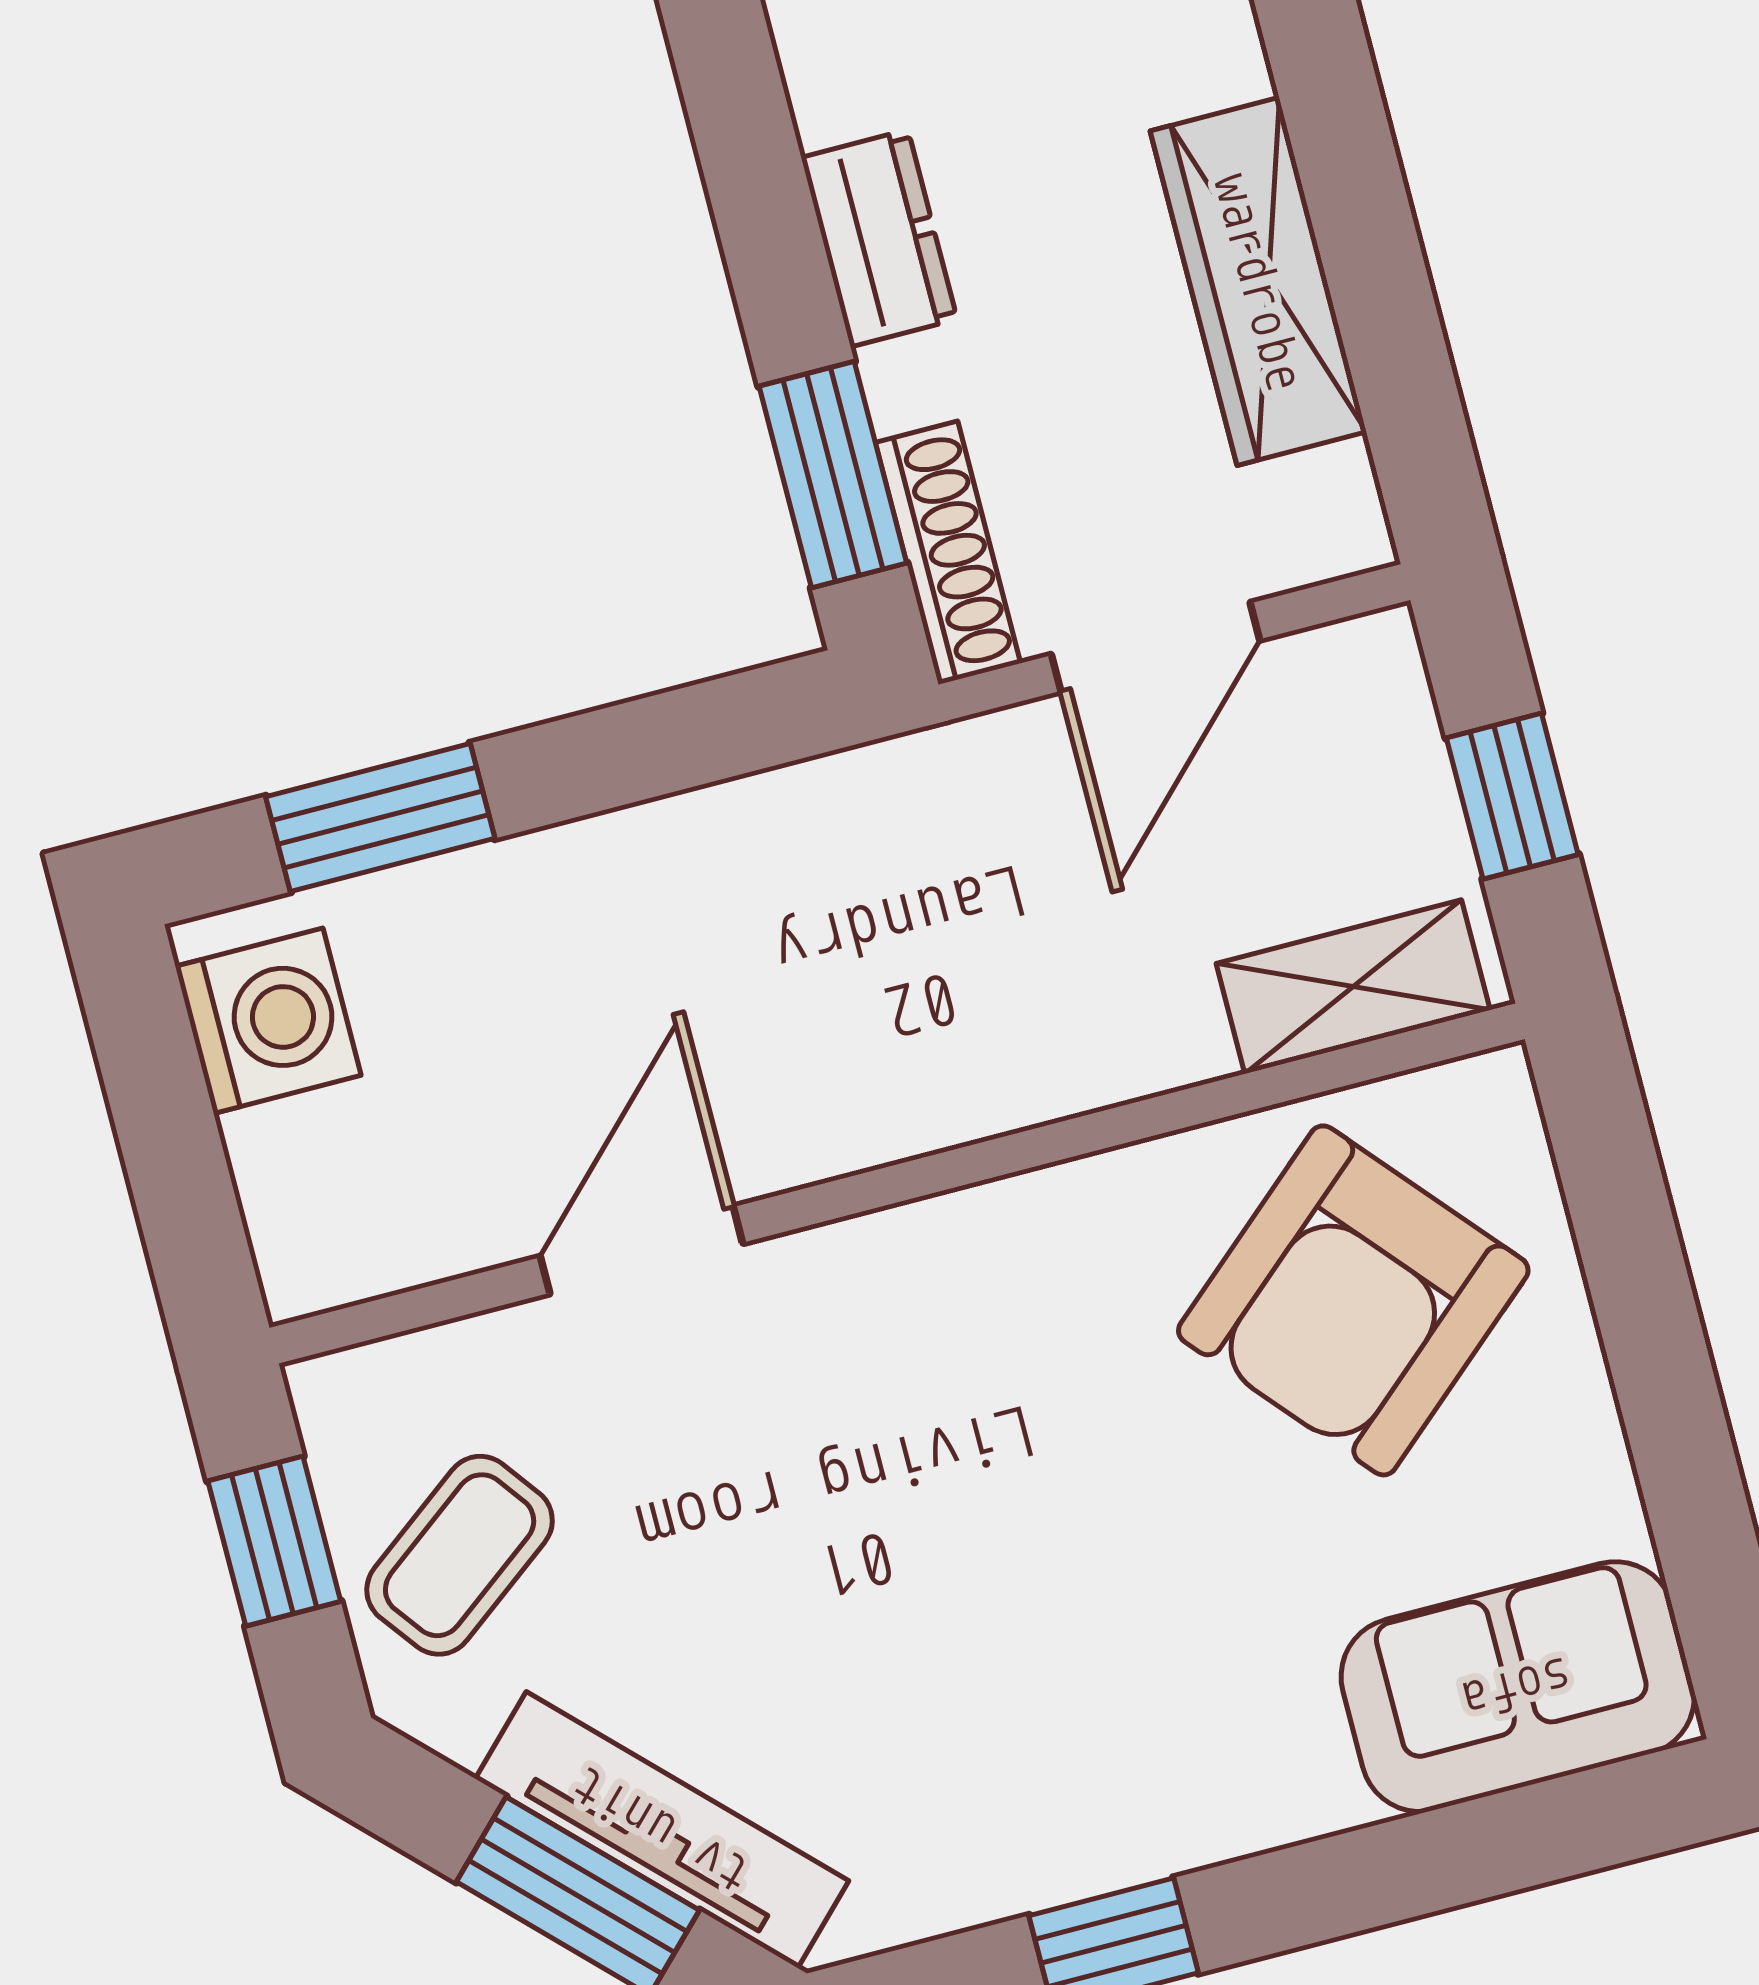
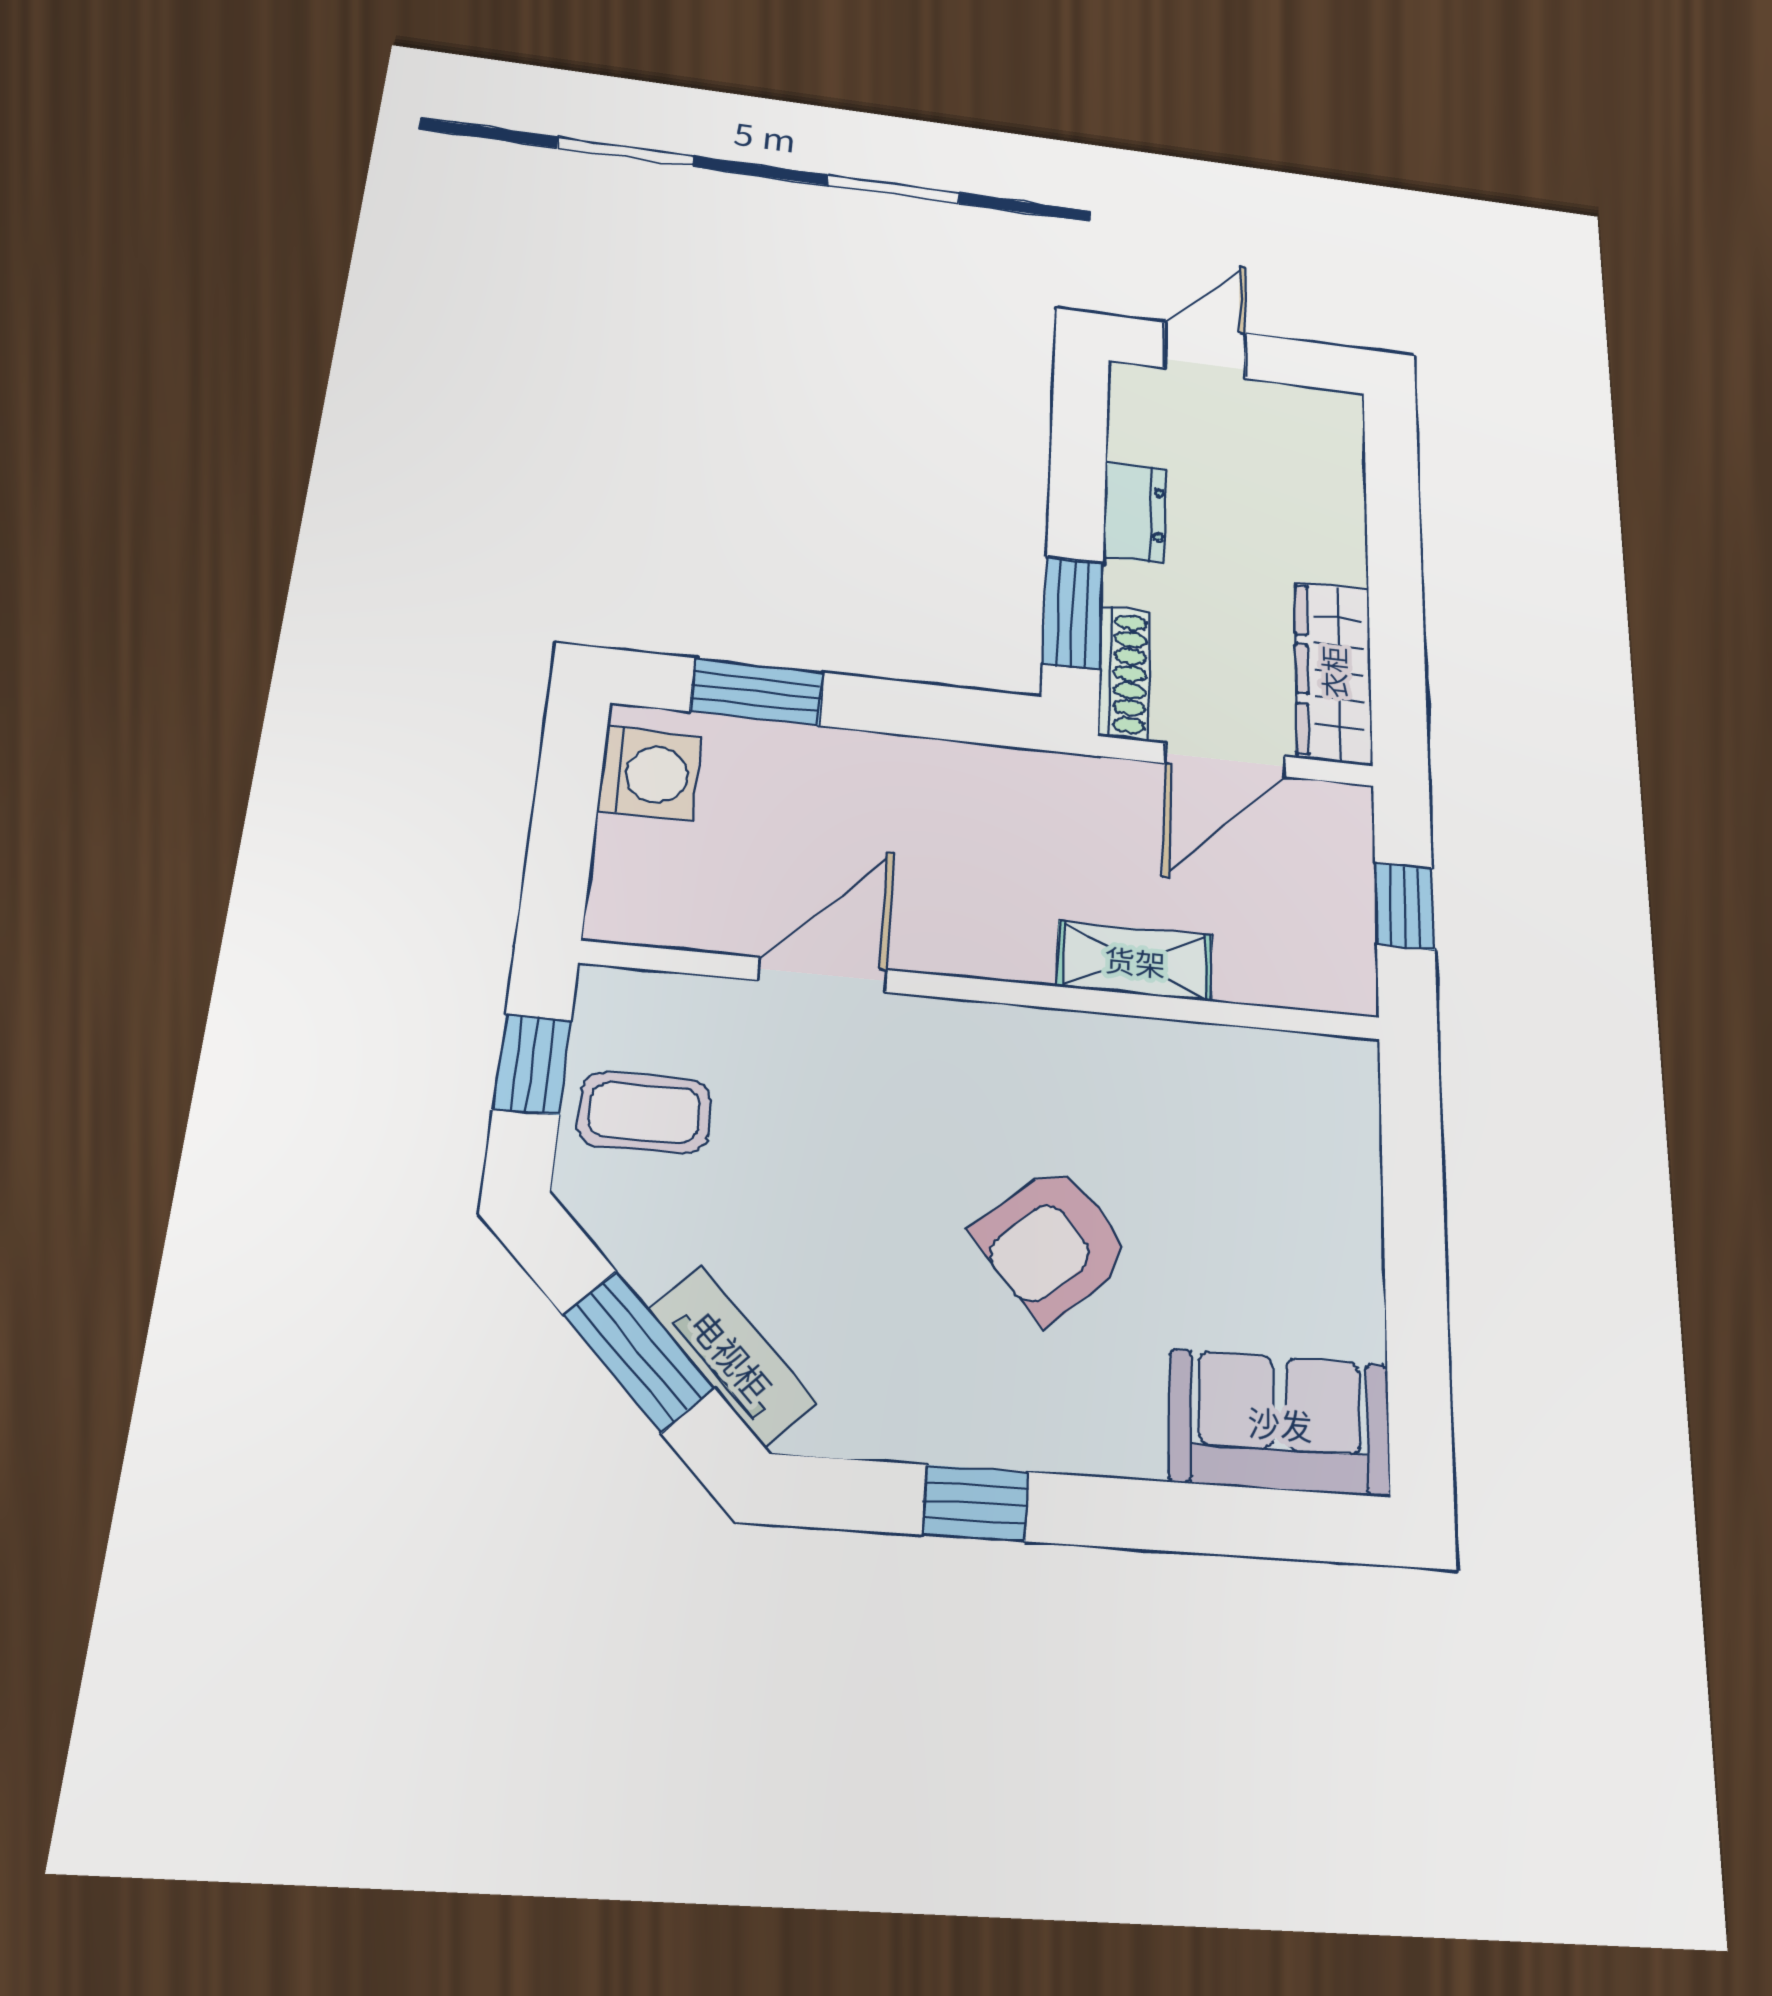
wardrobe: (1258, 281) -> (1333, 672), moved
shelving: (1353, 987) -> (1135, 961), moved
armchair: (1353, 1300) -> (1053, 1243), moved, width x0.73, depth x0.73
coffee table: (460, 1555) -> (644, 1113), turned 37
tv unit: (662, 1830) -> (732, 1355), width x0.71

